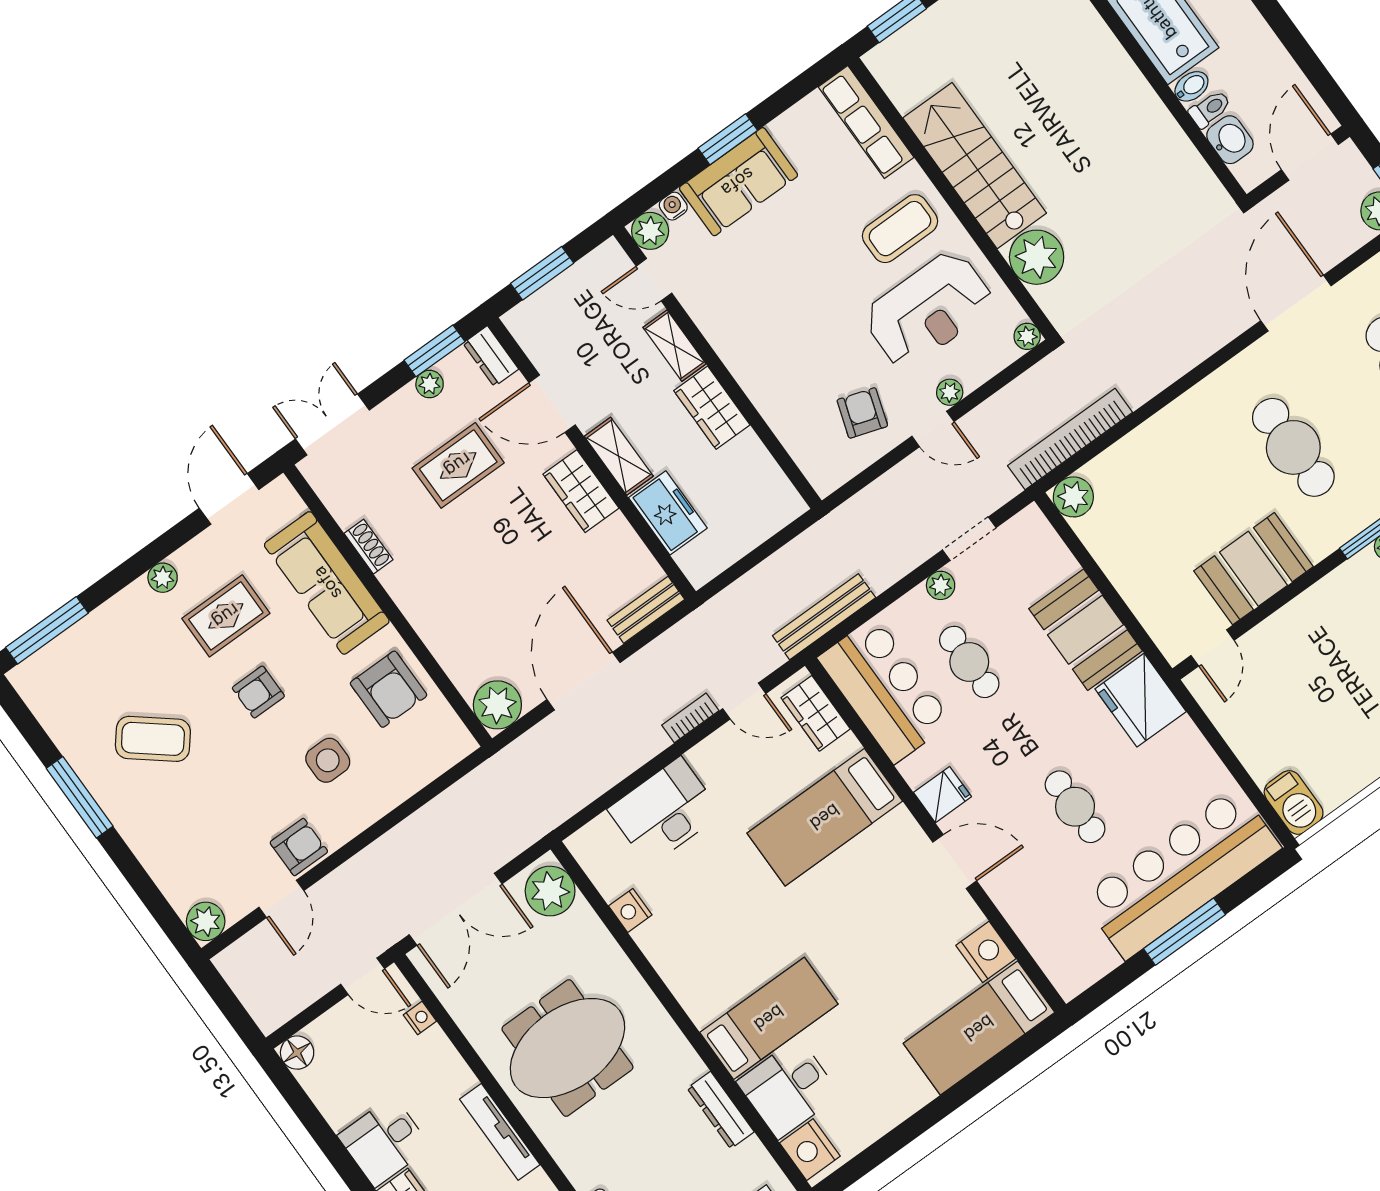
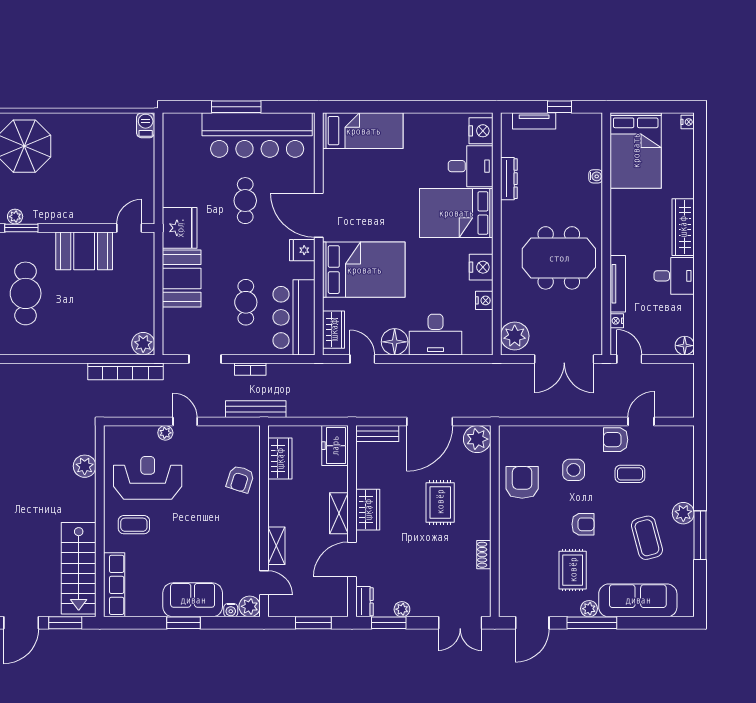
stairs: (975, 166) -> (79, 568), moved
coffee table: (900, 229) -> (134, 525), width x0.73, depth x0.77
plant: (1037, 257) -> (85, 466), width x0.73, depth x0.73
plant: (1027, 336) -> (111, 433), removed
door: (552, 404) -> (352, 559), swing flipped
wardrobe: (712, 408) -> (280, 459), moved
armchair: (862, 413) -> (240, 479), moved
rug: (458, 465) -> (440, 502), moved, turned 90
freezer: (668, 513) -> (335, 446), moved
sofa: (327, 583) -> (638, 600), moved, turned -90
plant: (941, 585) -> (234, 347), removed
rug: (226, 616) -> (573, 570), turned 90
bench: (824, 617) -> (256, 409), moved
window: (47, 630) -> (592, 623), moved
bookcase: (690, 718) -> (250, 369), moved
coffee table: (153, 739) -> (647, 538), turned 36
floor lamp: (716, 759) -> (395, 342), added
barbecue: (1294, 802) -> (146, 125), width x0.73, depth x0.79
coffee table: (243, 813) -> (630, 474), added
bed: (825, 817) -> (364, 270), width x1.50
door: (955, 862) -> (319, 215), width x1.36
bar counter: (1181, 873) -> (257, 135), moved
double door: (456, 909) -> (564, 359), swing flipped
plant: (206, 921) -> (683, 513), moved
nightstand: (986, 952) -> (481, 267), moved, turned 180
bed: (769, 1018) -> (456, 213), width x1.50
tv unit: (500, 1132) -> (618, 284), moved

